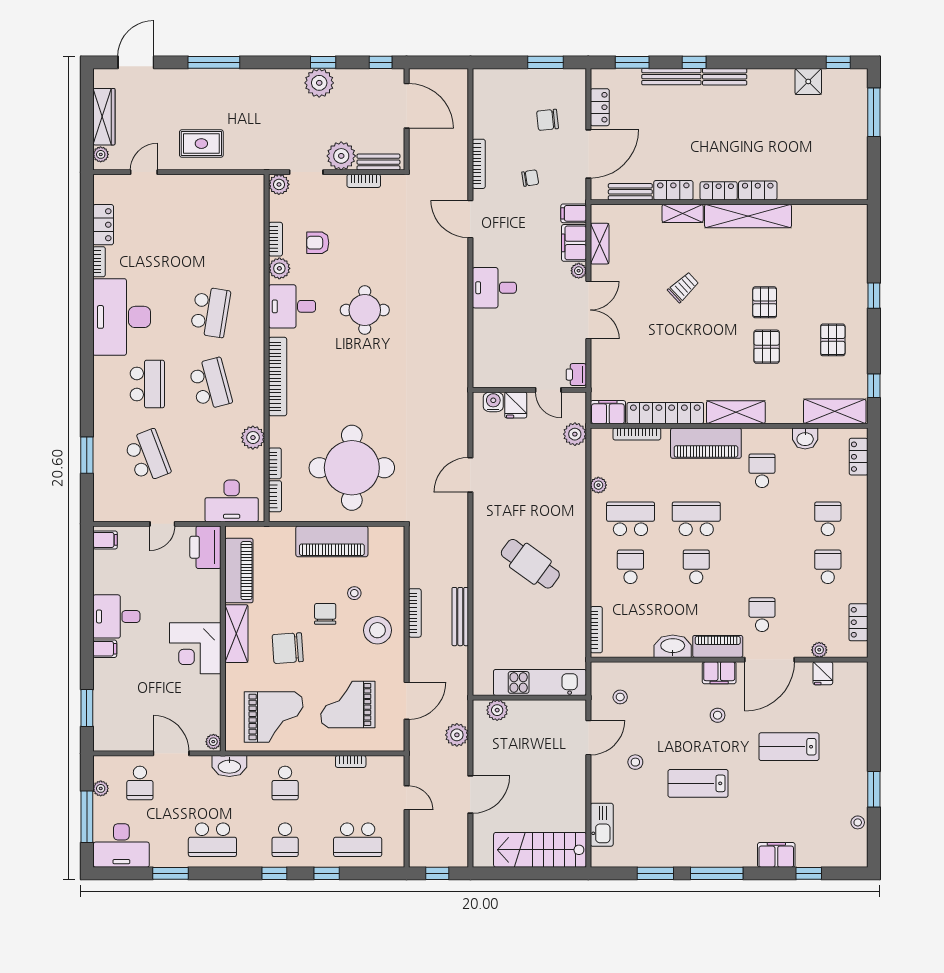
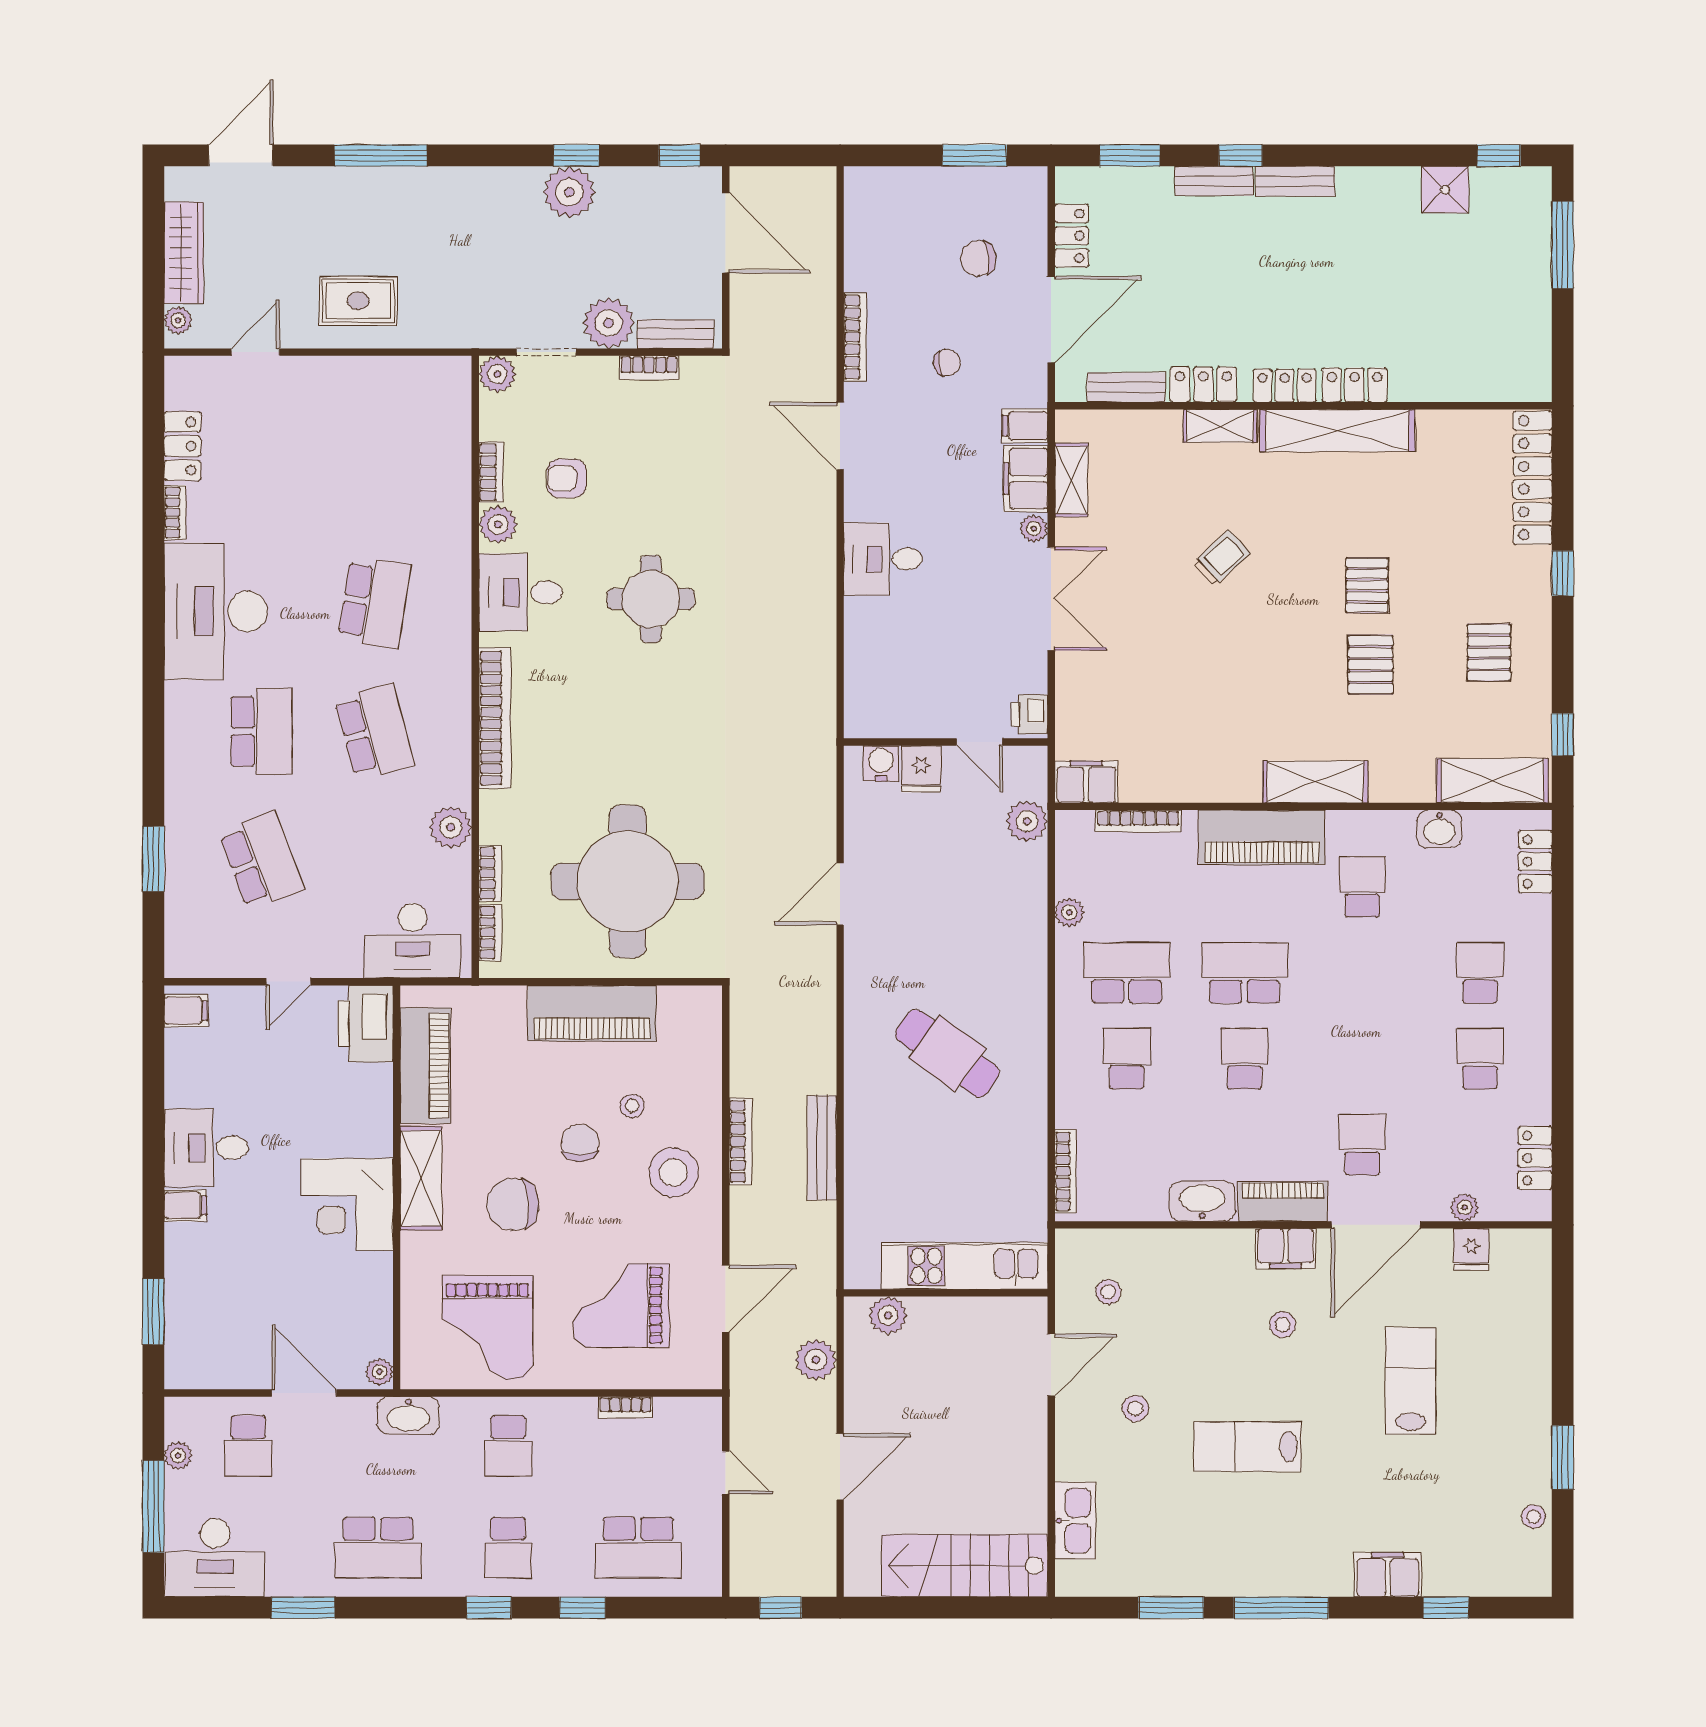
bench: (671, 77) -> (1214, 181), width x0.73
locker: (665, 413) -> (1533, 478), moved, turned -90
grand piano: (274, 717) -> (488, 1328), turned 90
lab bench: (789, 747) -> (1410, 1381), turned 90

